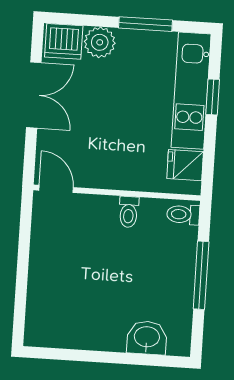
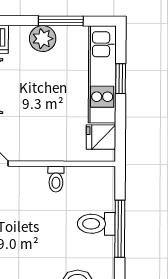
plant: (100, 42) -> (43, 39), moved
toilet: (183, 214) -> (96, 224), moved, width x1.37, depth x1.39

